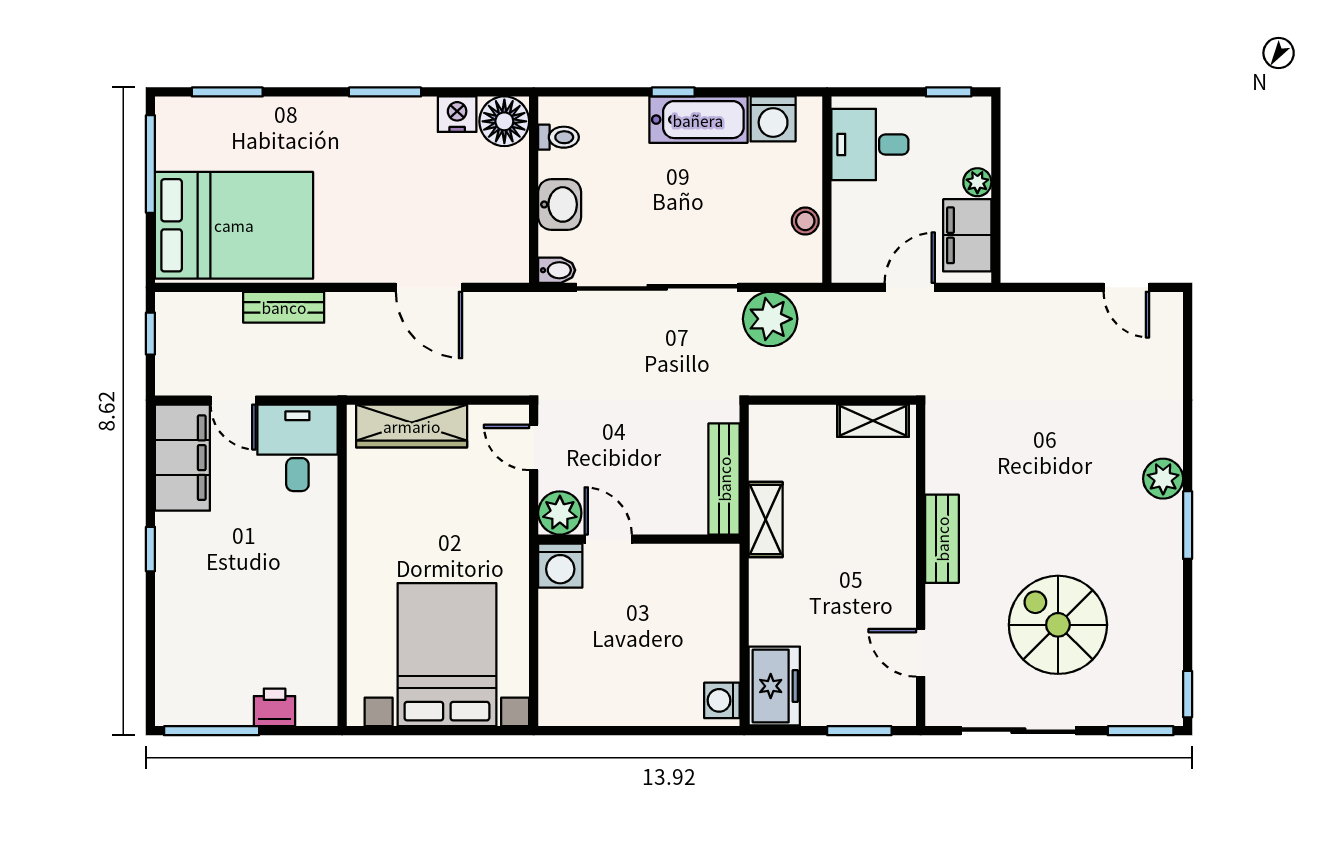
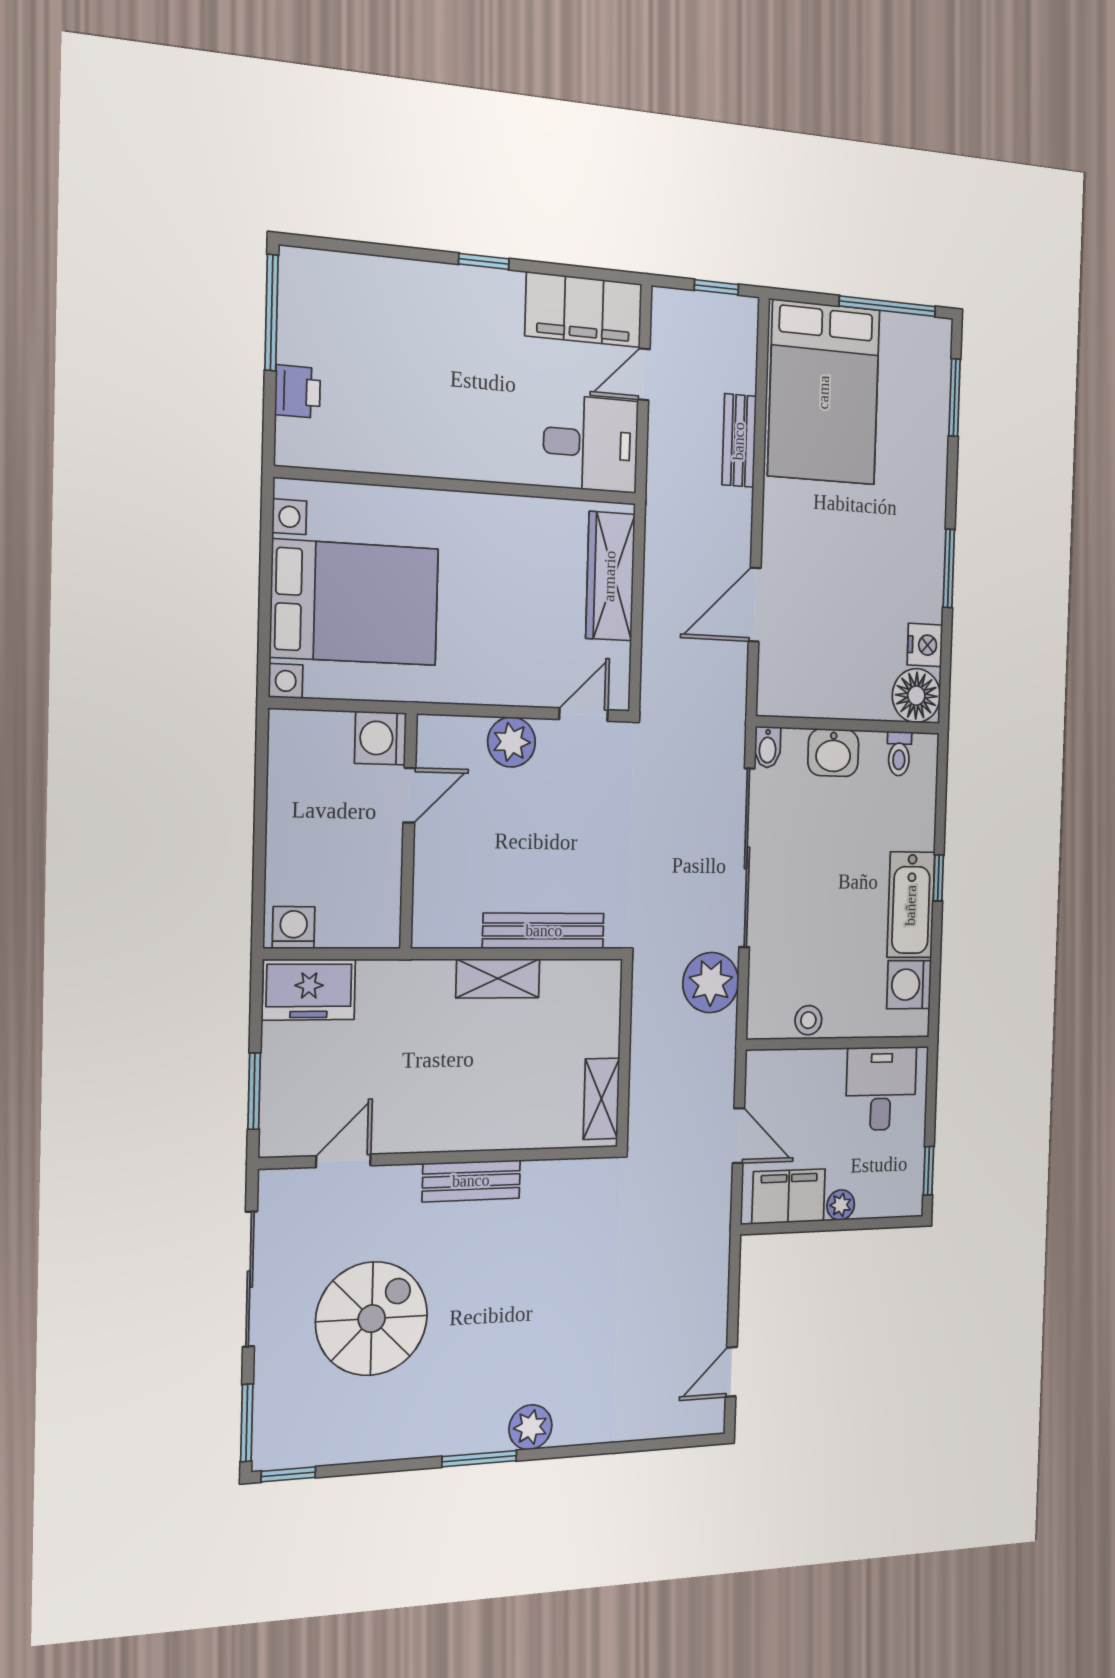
door: (608, 539) -> (409, 795), moved
wall: (639, 539) -> (408, 831), moved
washing machine: (560, 566) -> (380, 738), moved

